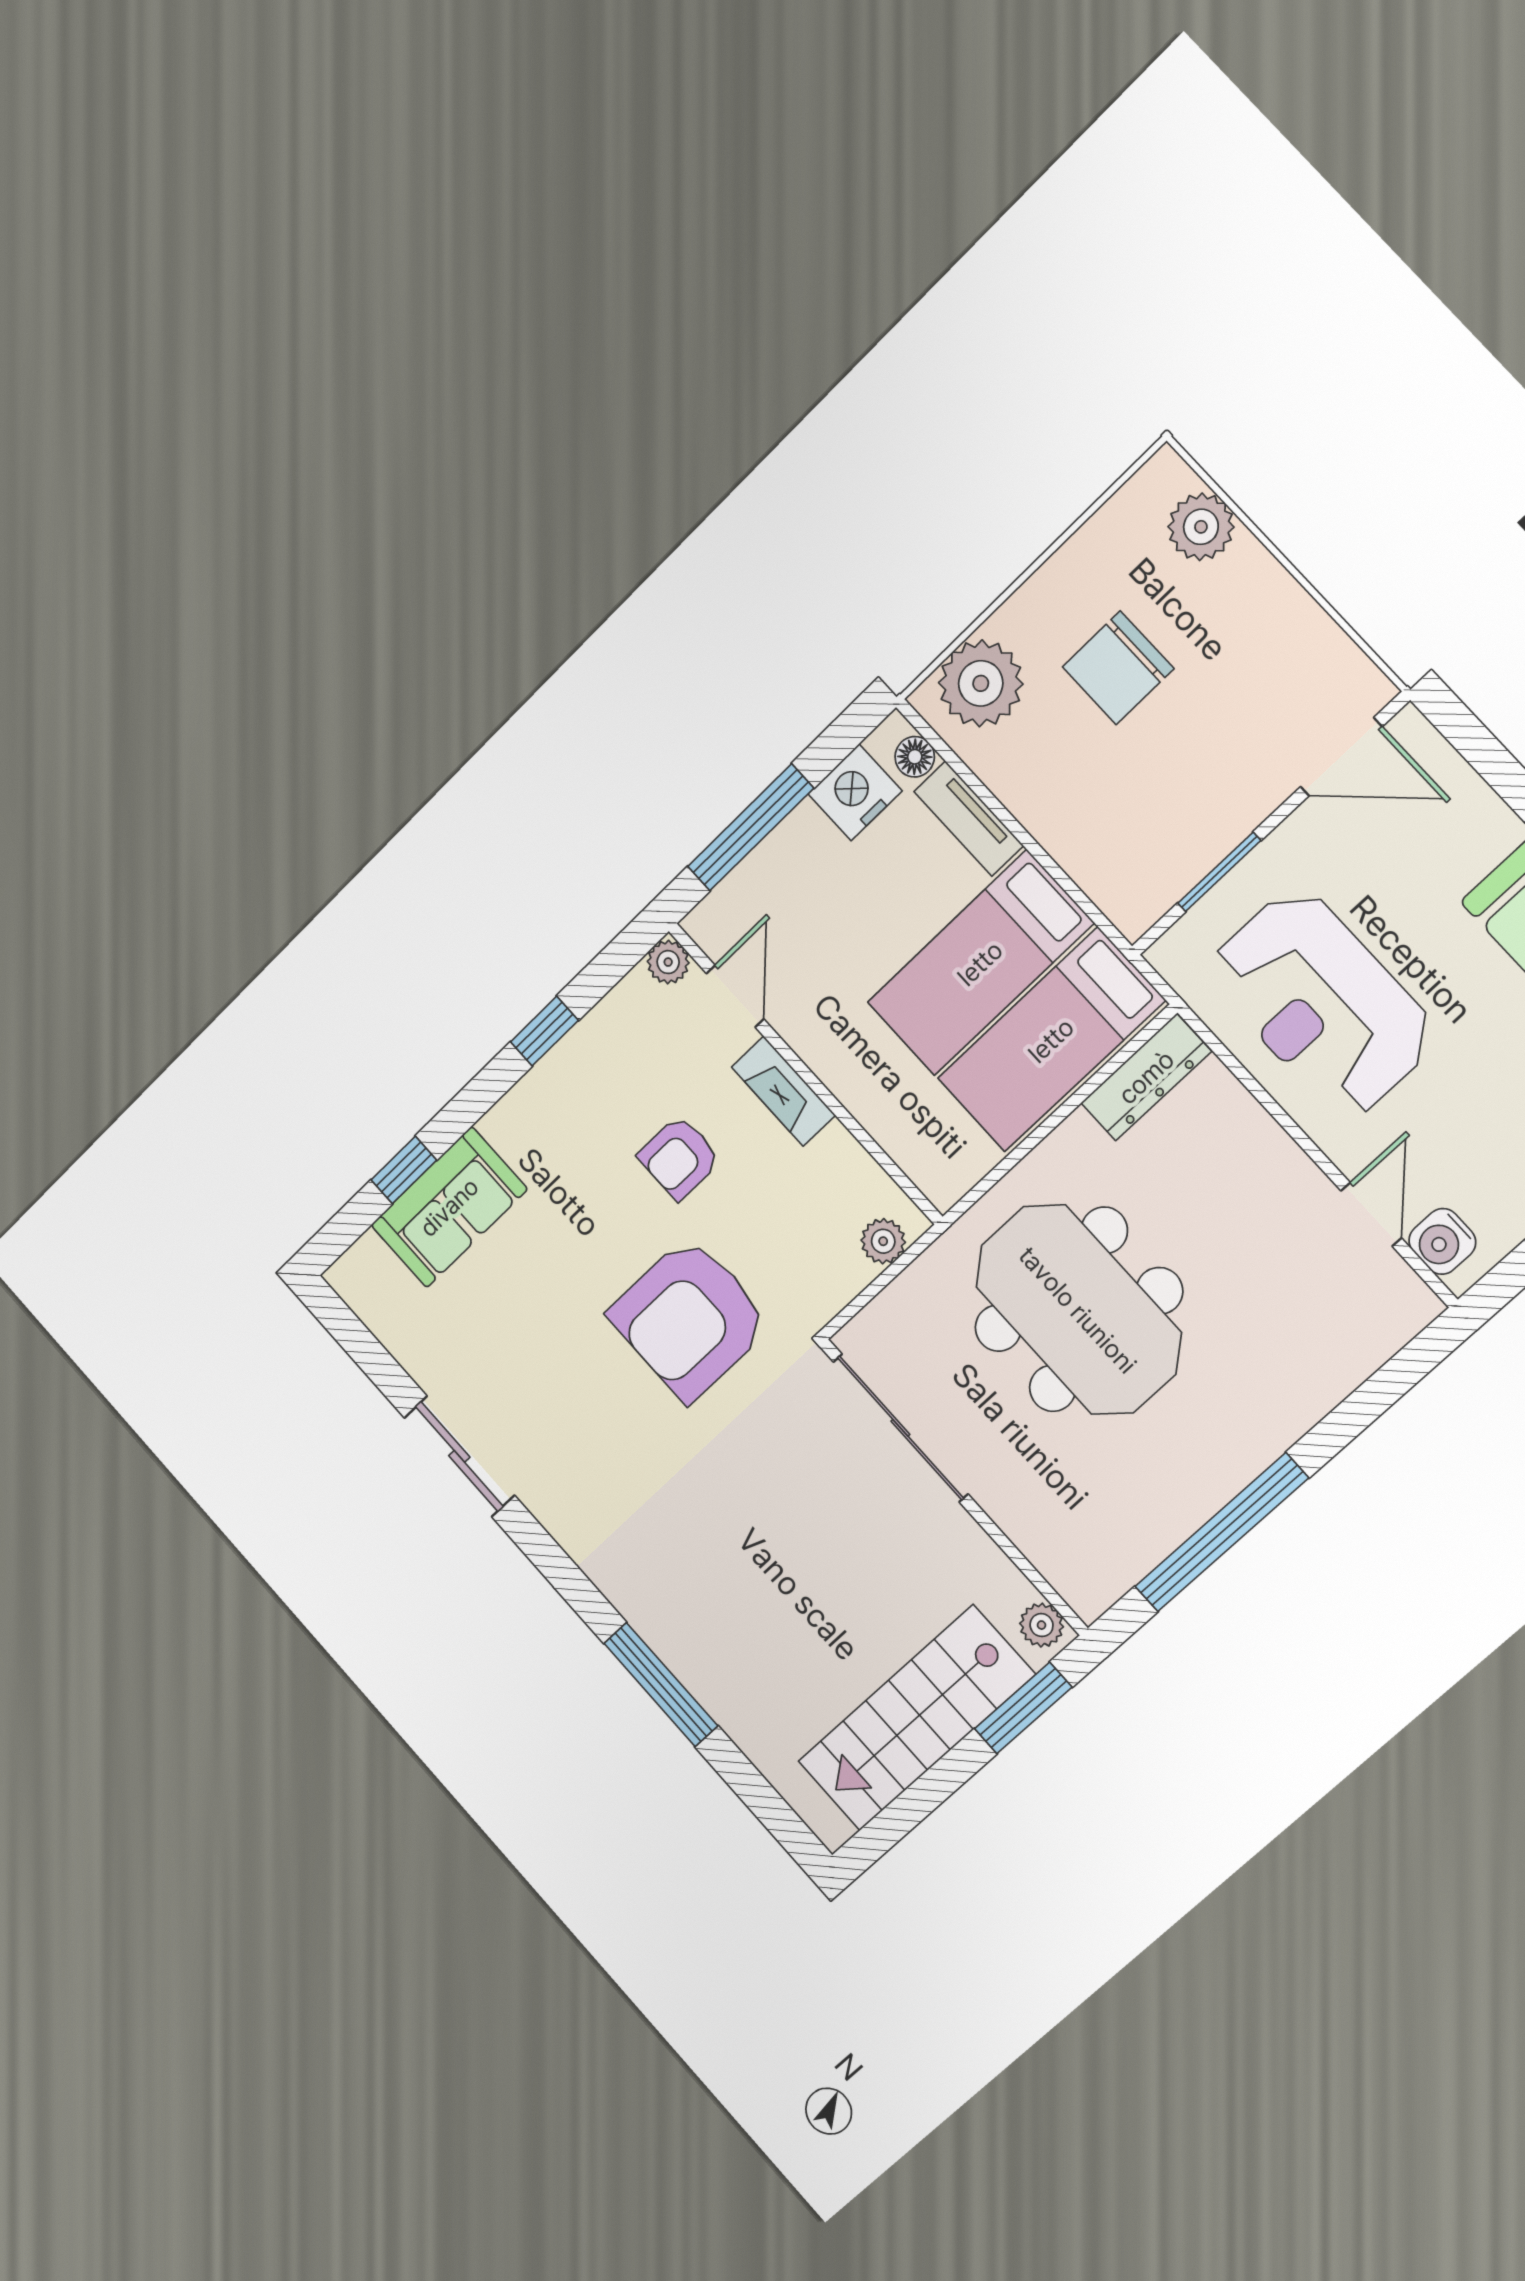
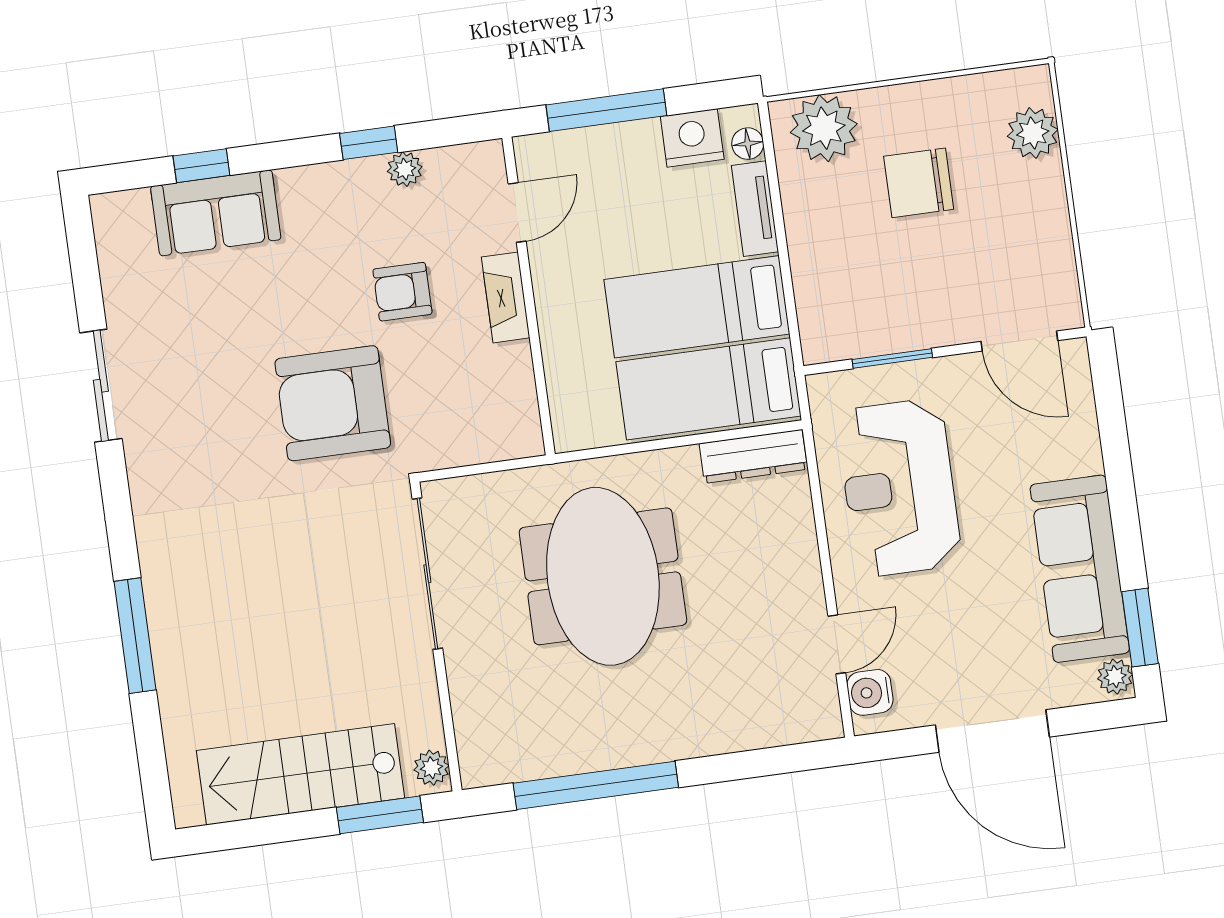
plant: (668, 962) -> (405, 169), moved
plant: (883, 1241) -> (503, 443), removed

